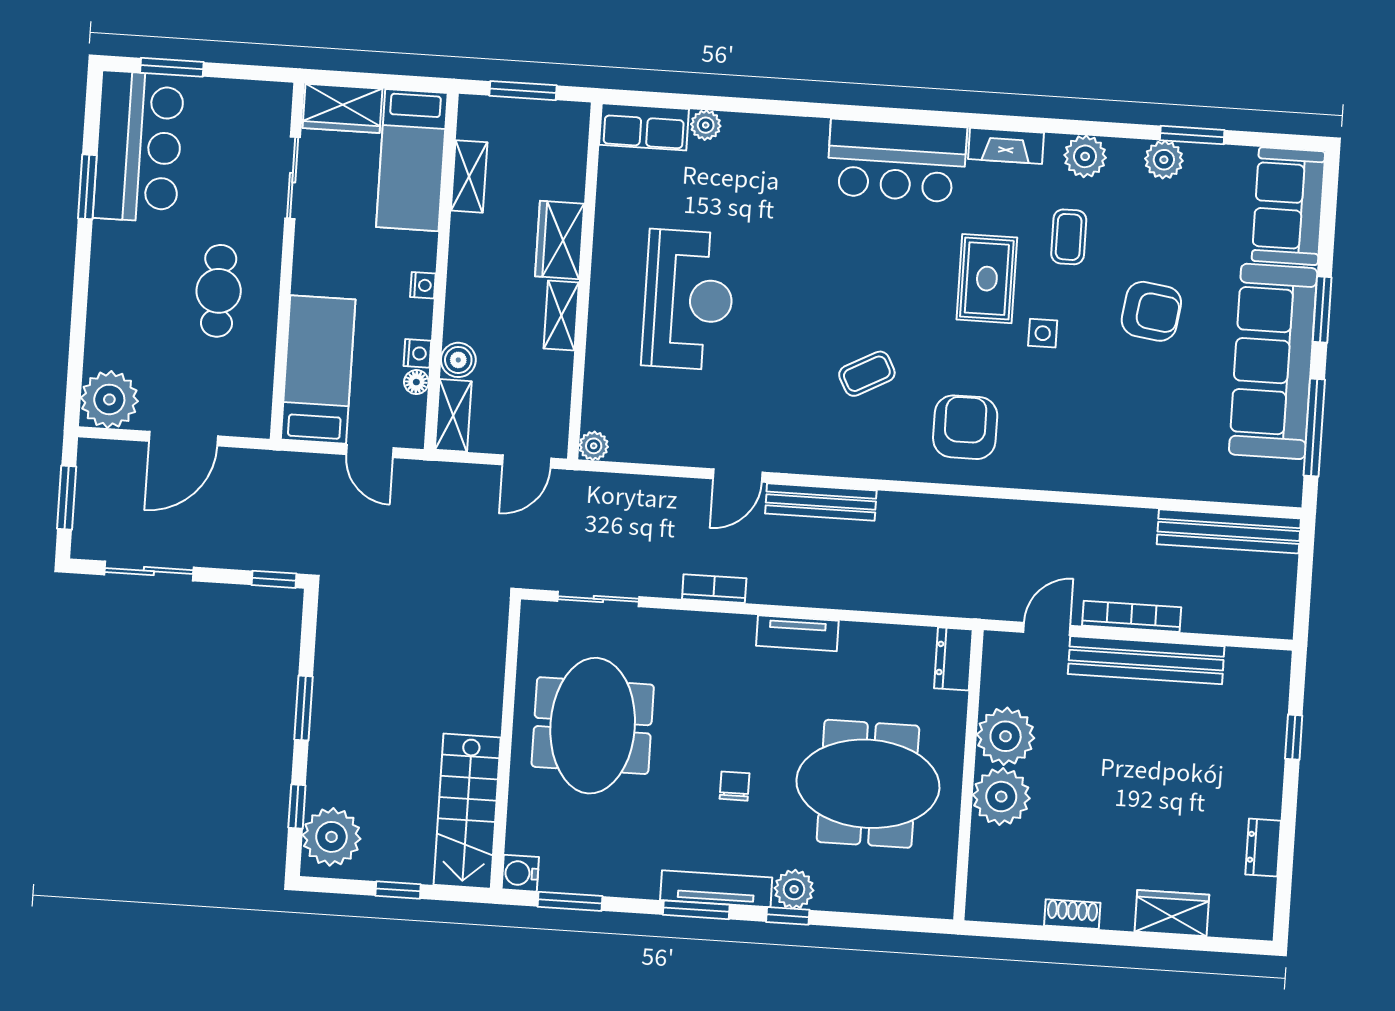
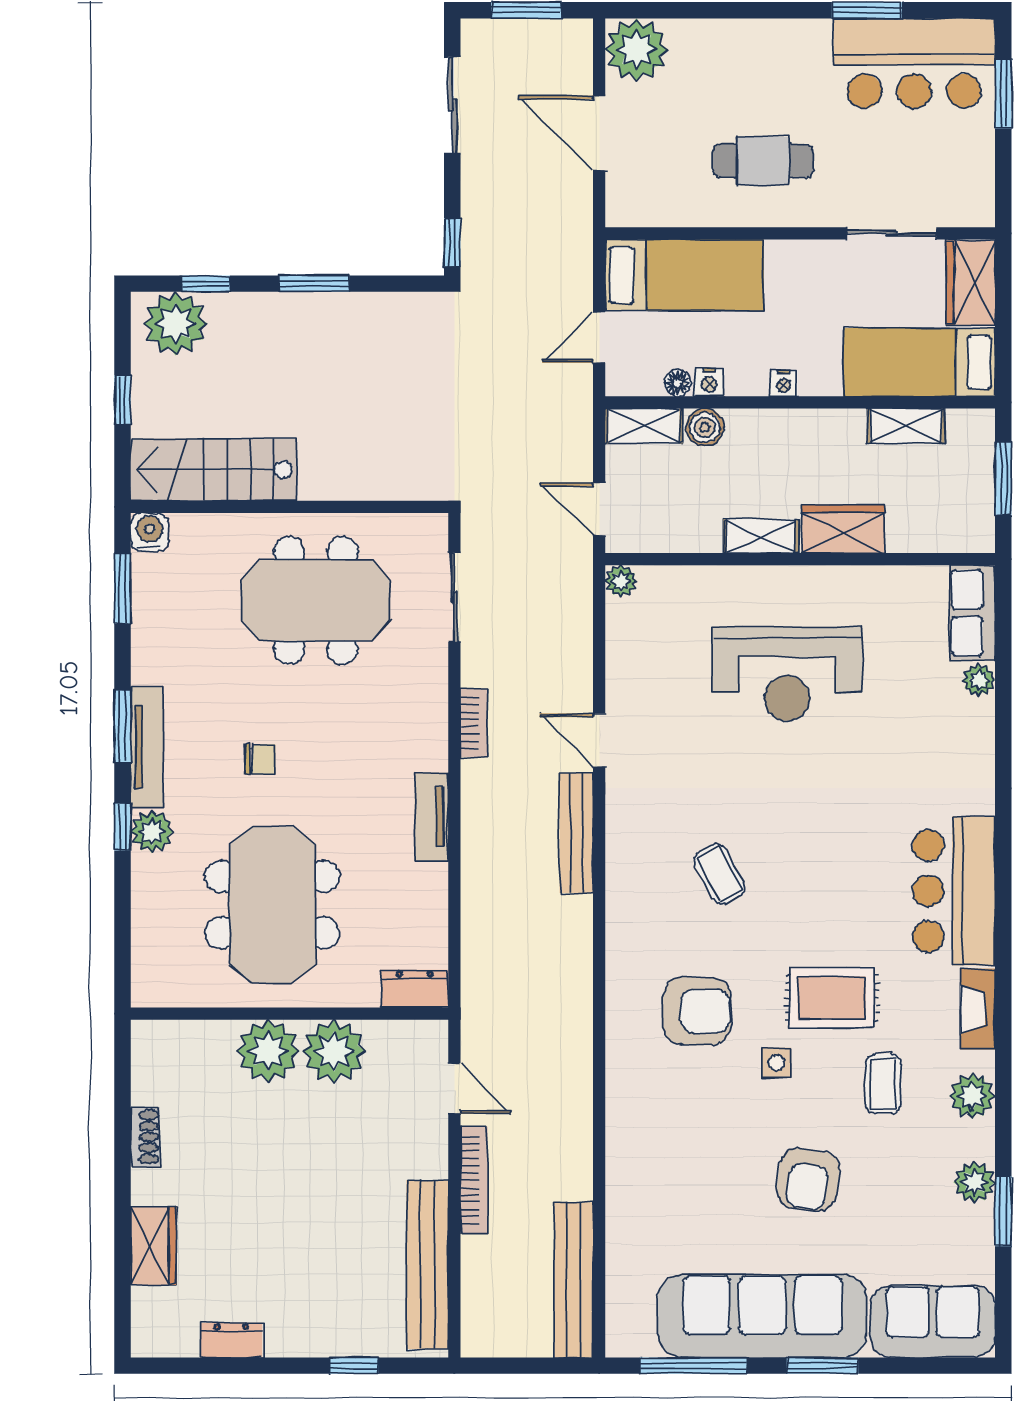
coffee table: (1069, 237) -> (883, 1084), turned 90
armchair: (965, 427) -> (697, 1011), moved
bench: (1146, 660) -> (427, 1265), moved

